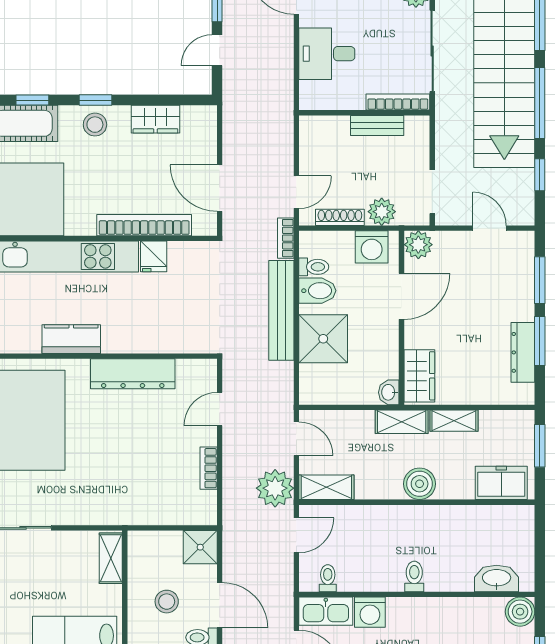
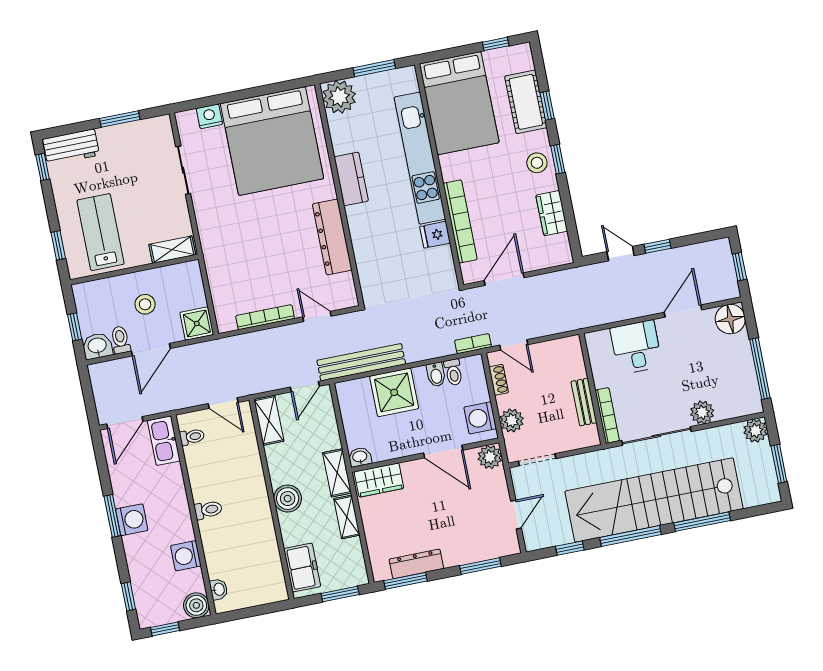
shoe rack: (340, 217) -> (499, 380), width x0.70
bidet: (317, 291) -> (436, 375), width x0.72, depth x0.74
bench: (281, 310) -> (361, 362), moved
window: (540, 341) -> (405, 581), moved
bookcase: (209, 468) -> (265, 317), width x1.56
plant: (275, 488) -> (259, 377), removed
washbasin: (497, 578) -> (219, 589), width x0.52, depth x0.69
washing machine: (370, 612) -> (186, 556), moved

